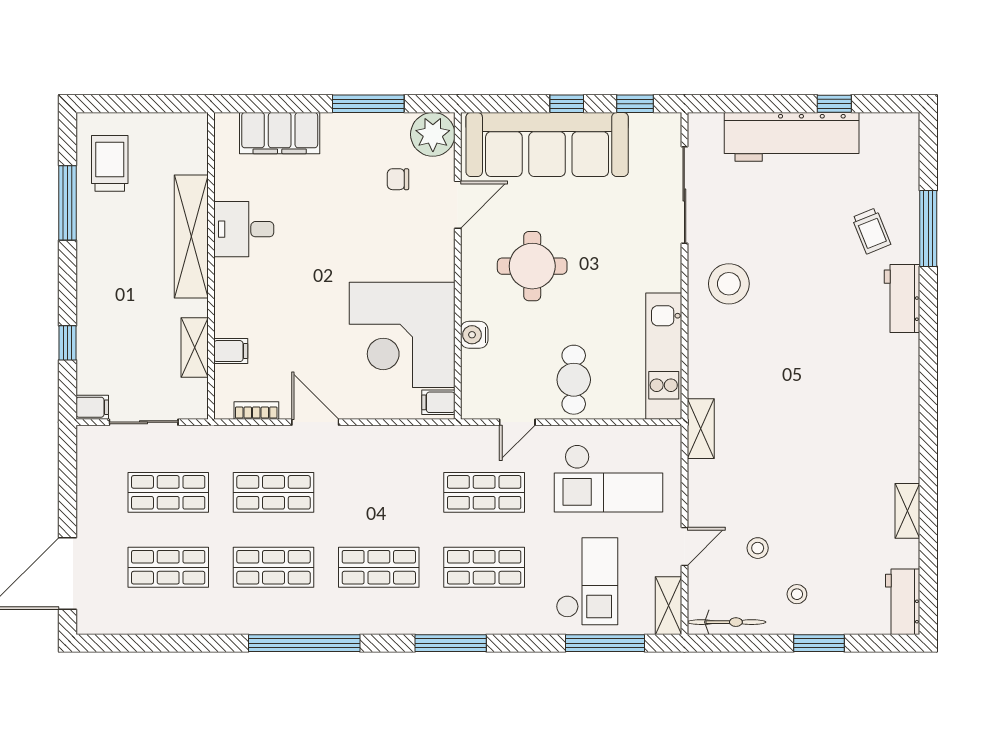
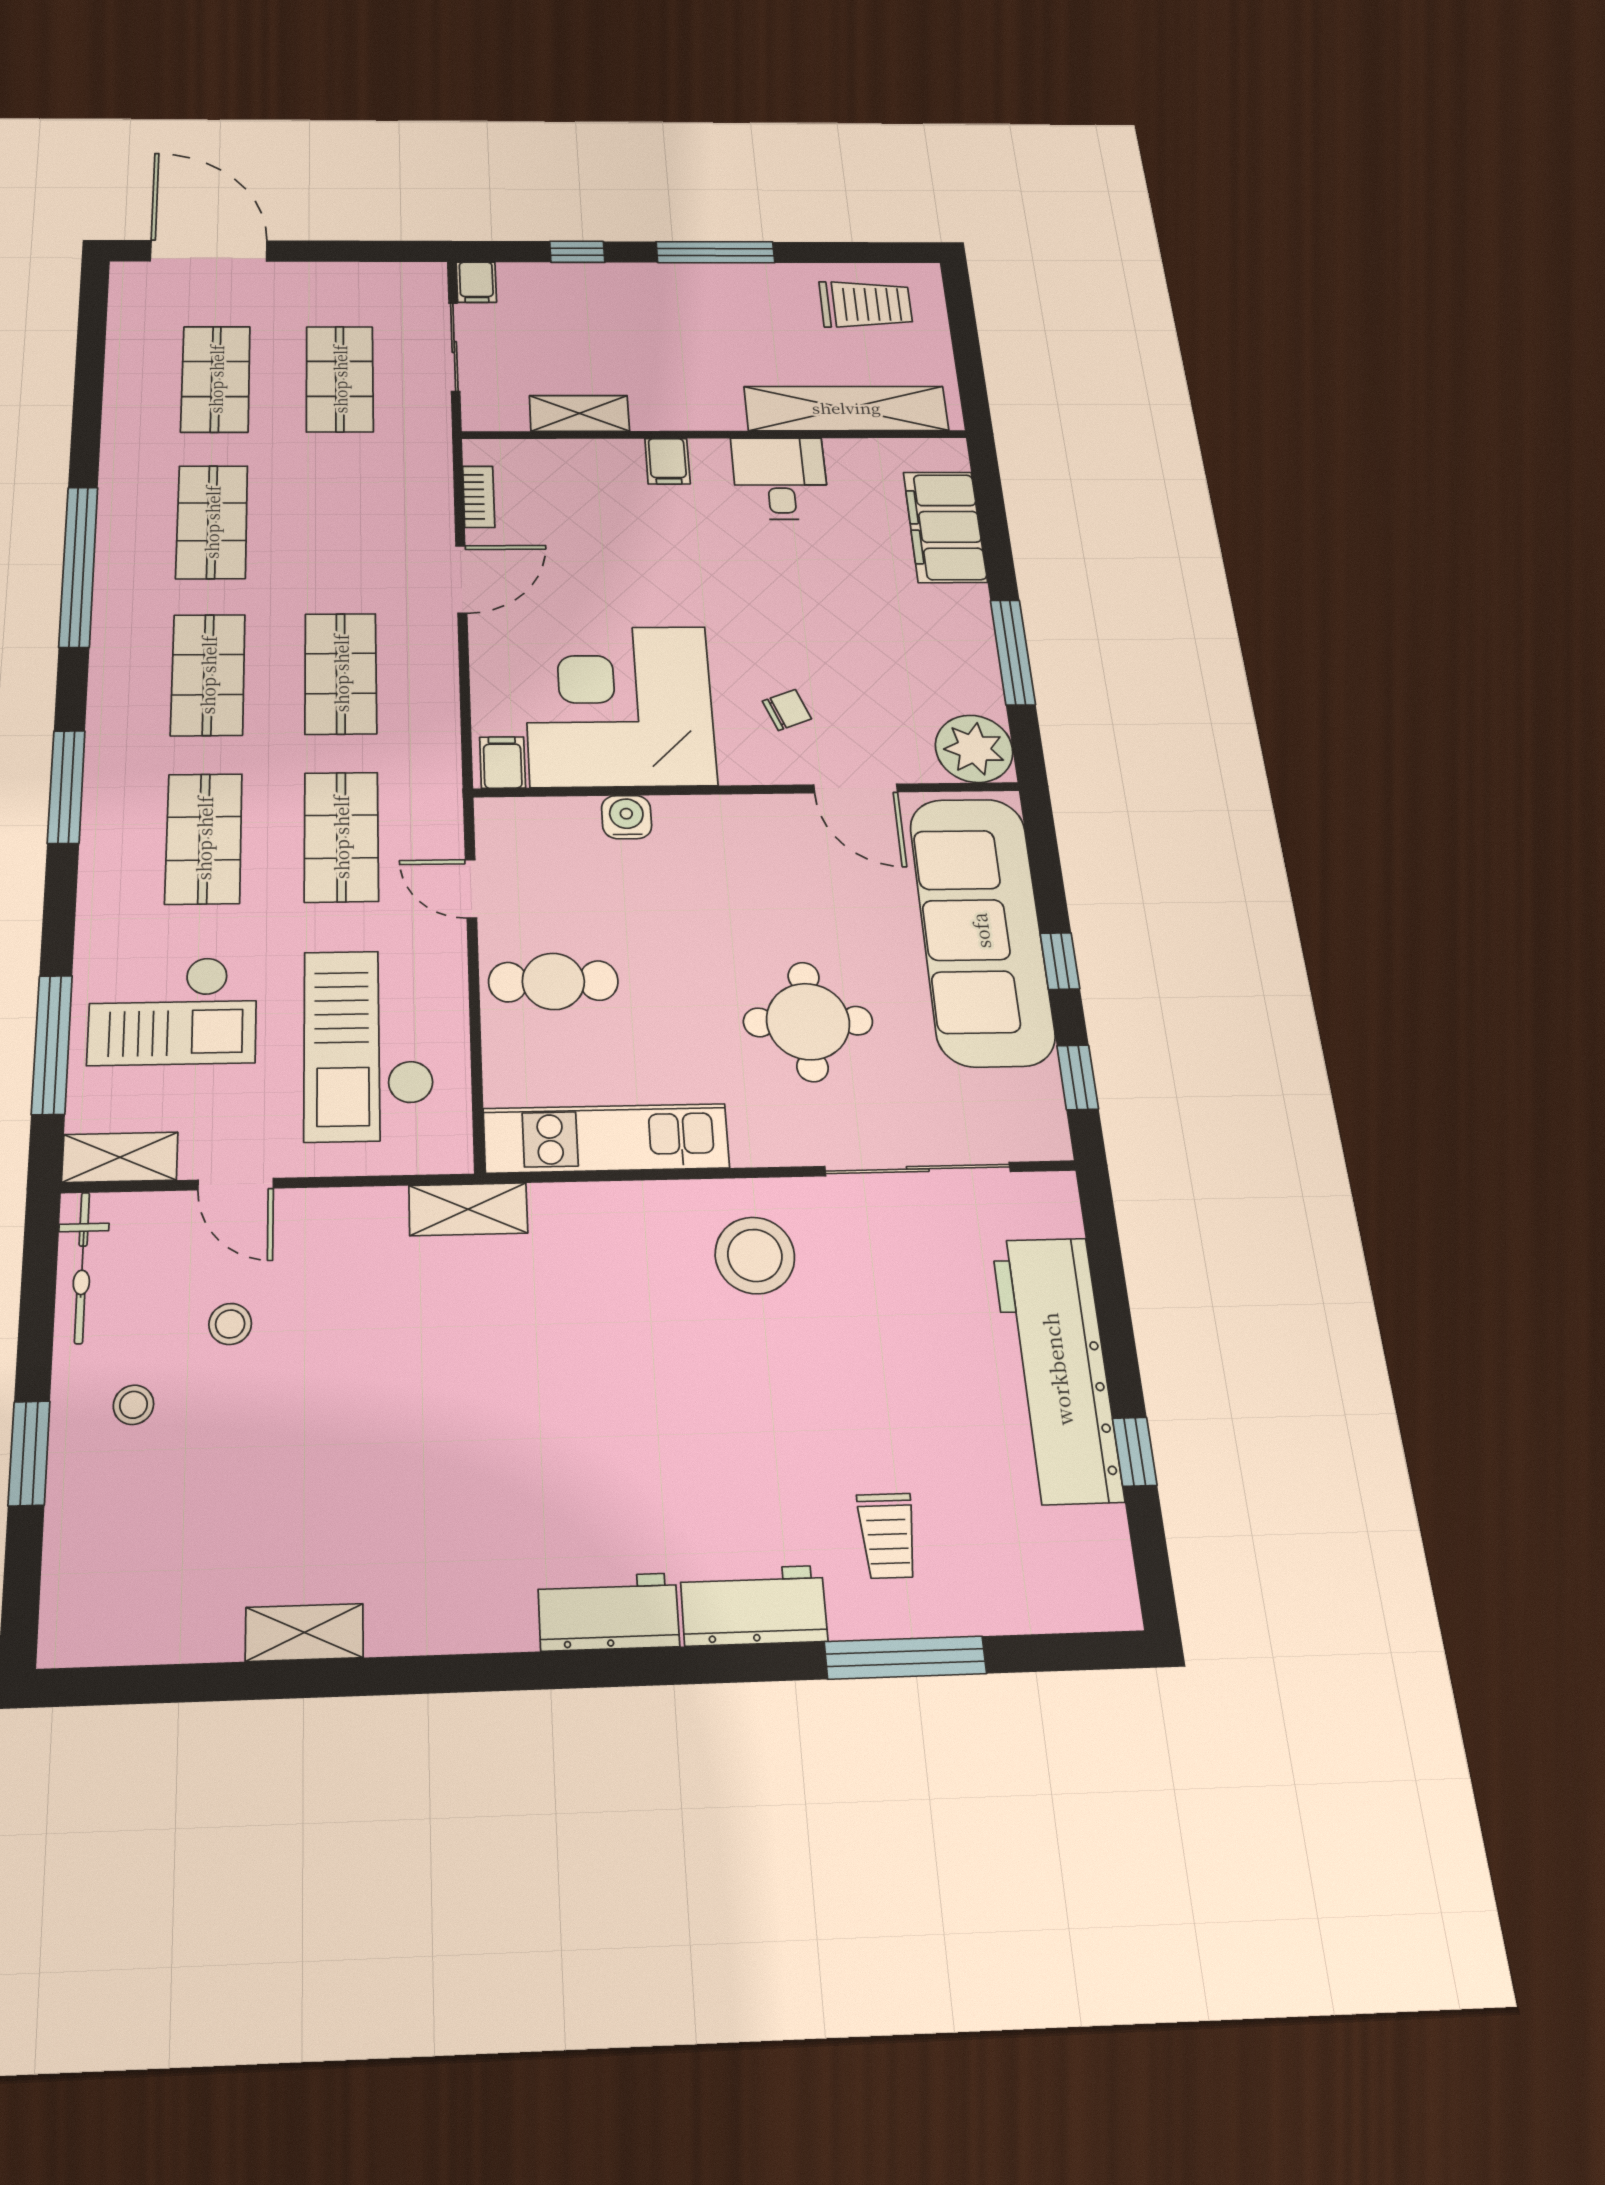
chair: (398, 179) -> (787, 710), moved, turned 69
window: (68, 203) -> (715, 252), moved
trolley: (871, 231) -> (887, 1536), turned -68
shelving: (191, 237) -> (846, 408), moved
round table: (532, 266) -> (808, 1022), moved
filing cabinet: (231, 351) -> (668, 461), moved
shop shelf: (274, 492) -> (341, 673), moved
workbench: (903, 602) -> (608, 1612), moved

